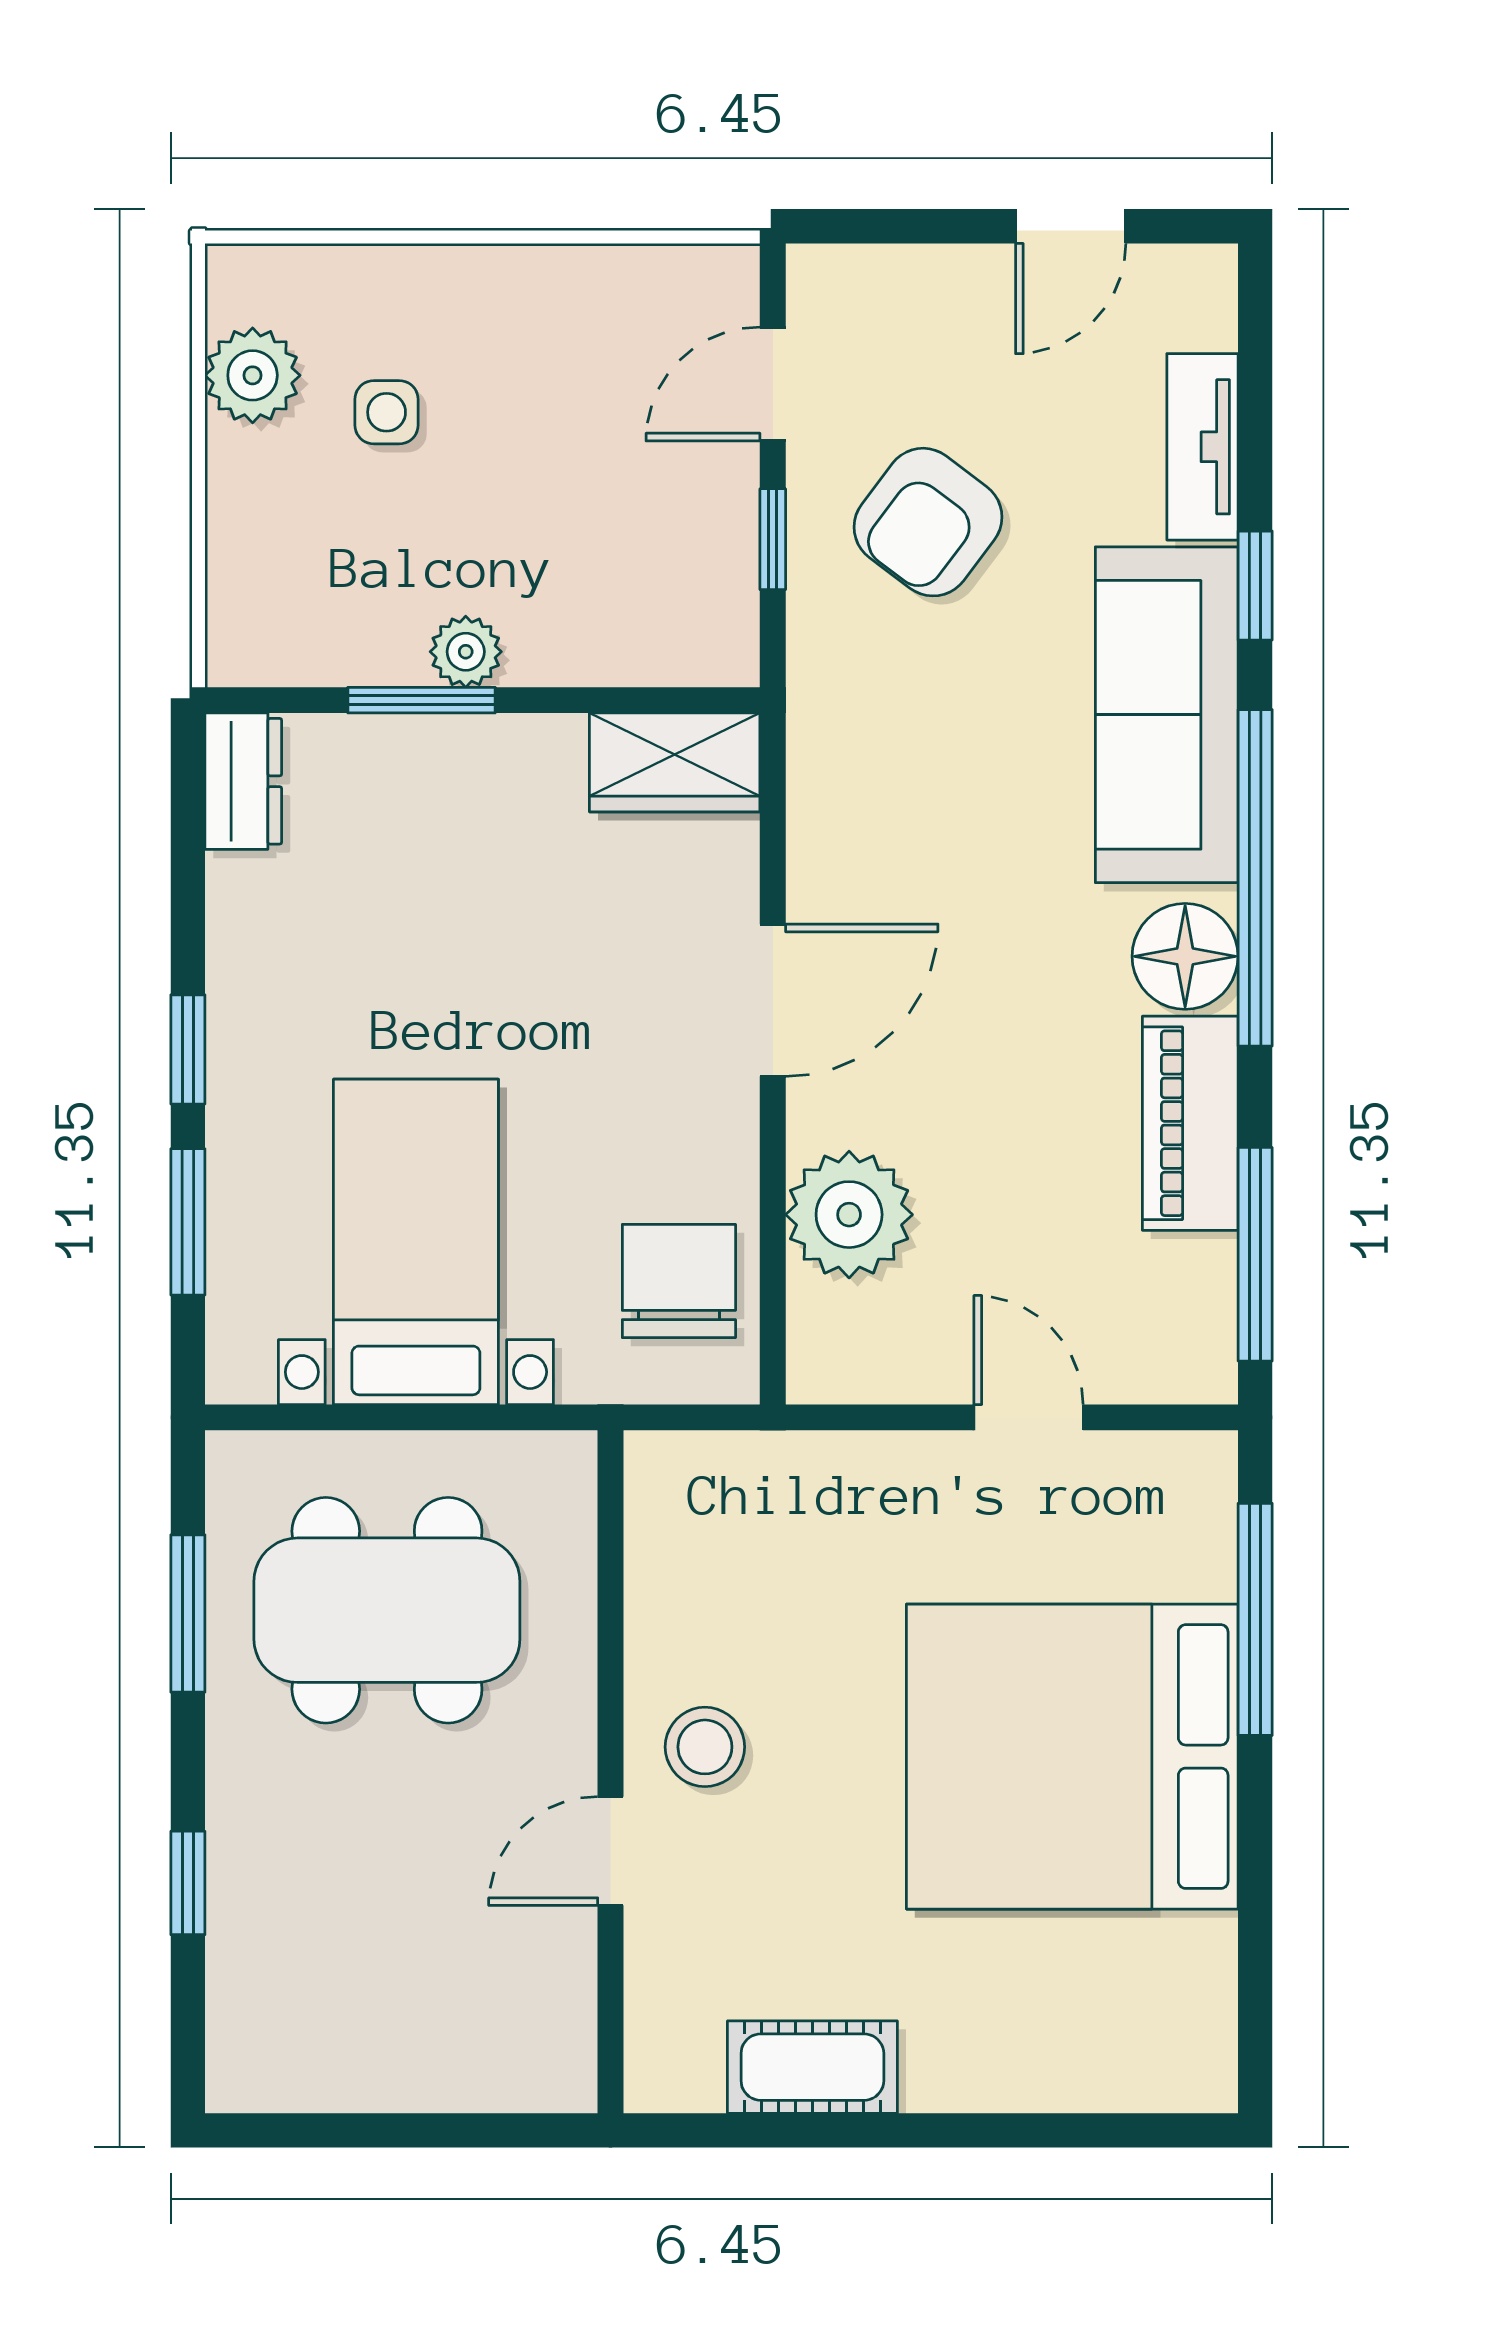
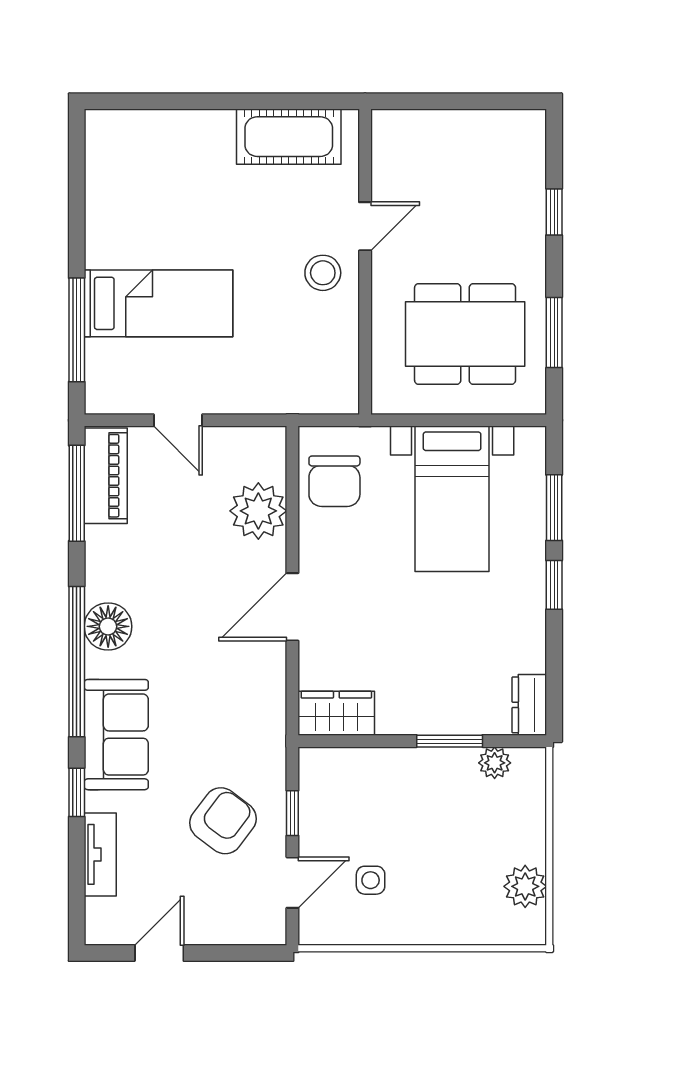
side table: (387, 412) -> (371, 880), moved
plant: (466, 652) -> (495, 763), moved
sofa: (1167, 715) -> (116, 735), width x0.73
piano: (1190, 1123) -> (106, 476), moved
bed: (1072, 1757) -> (158, 303), width x0.49
cot: (812, 2067) -> (289, 137), width x1.37, depth x1.34

